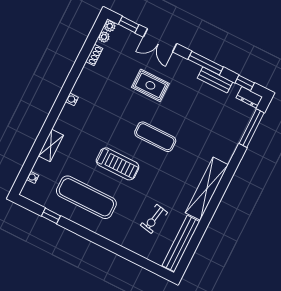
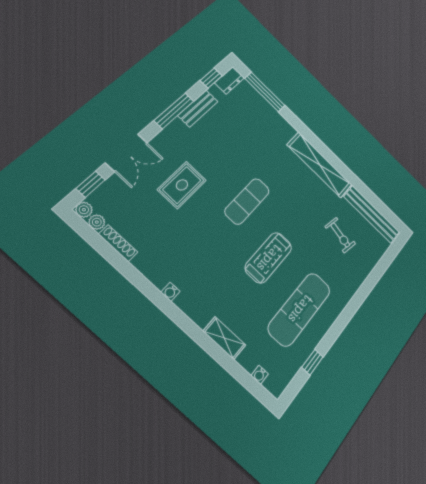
shoe rack: (94, 55) -> (118, 243), width x1.43

